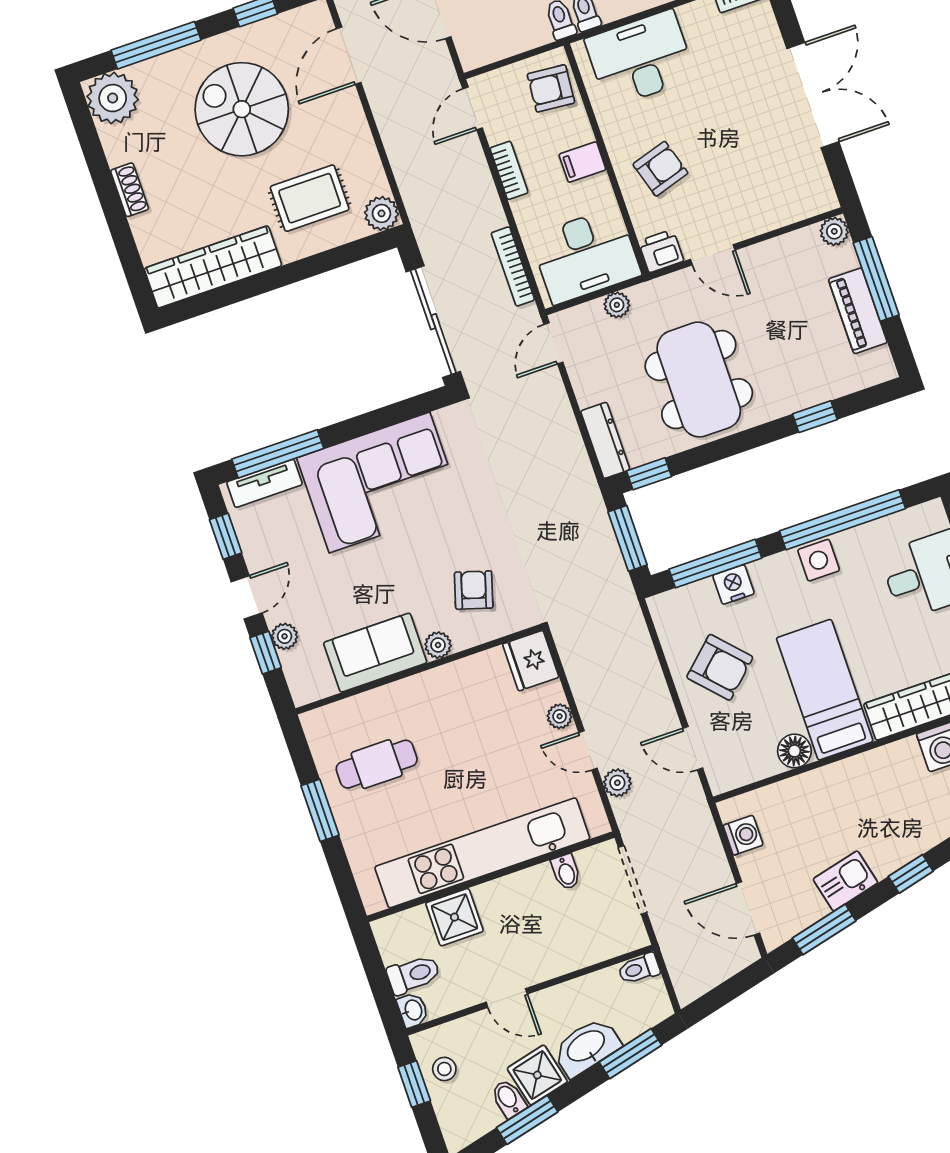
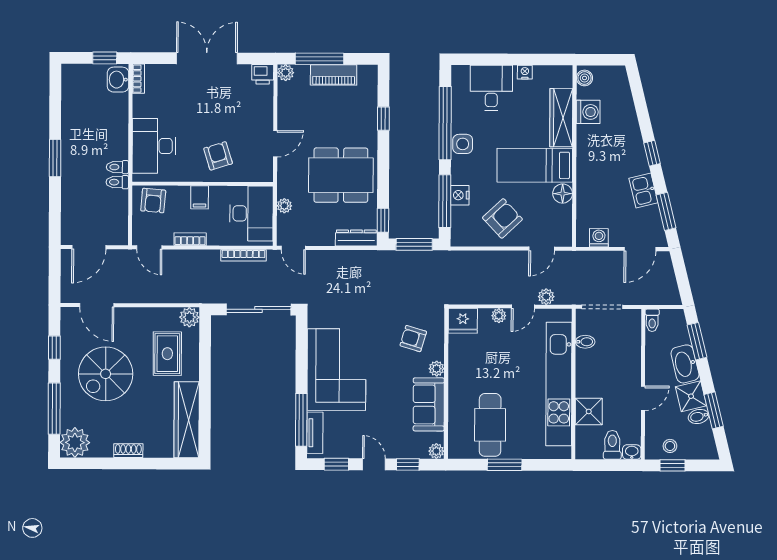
printer: (661, 251) -> (263, 74), moved, turned -90
plant: (285, 636) -> (436, 451), moved
cafe table: (377, 764) -> (490, 425), width x1.37, depth x1.35

